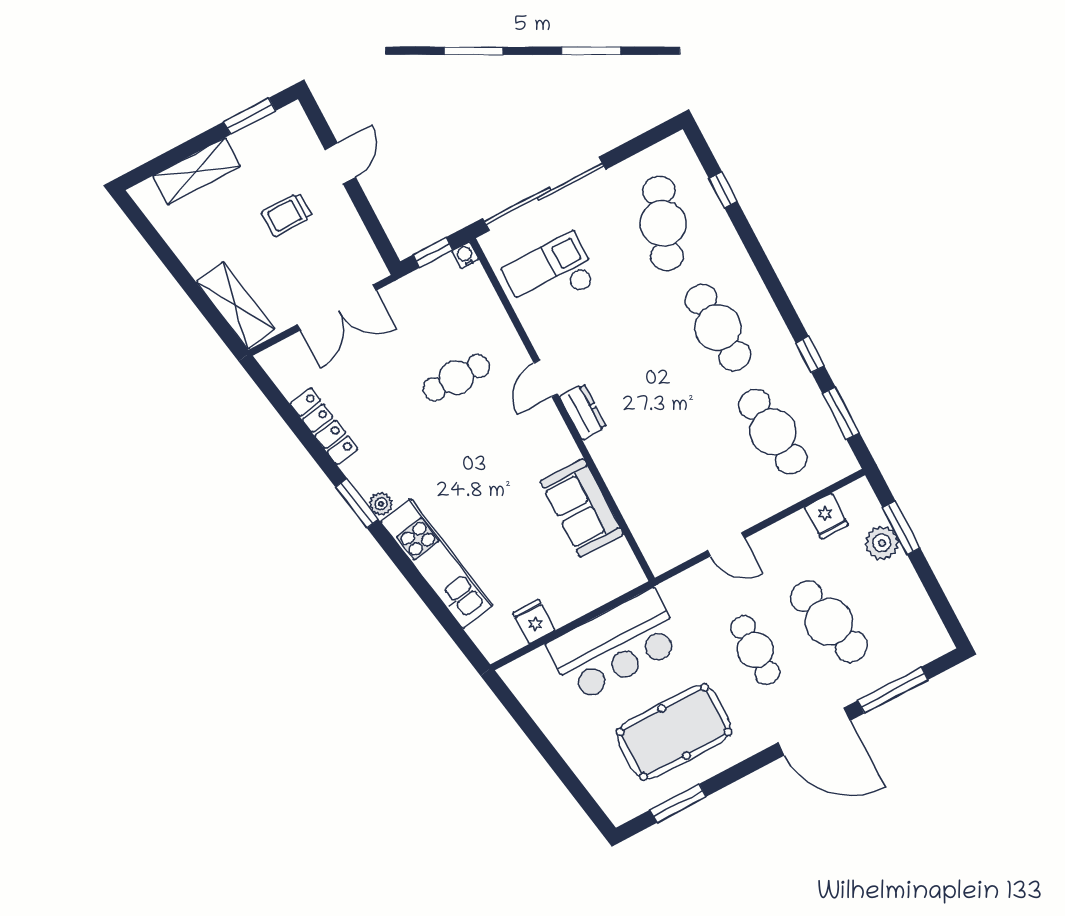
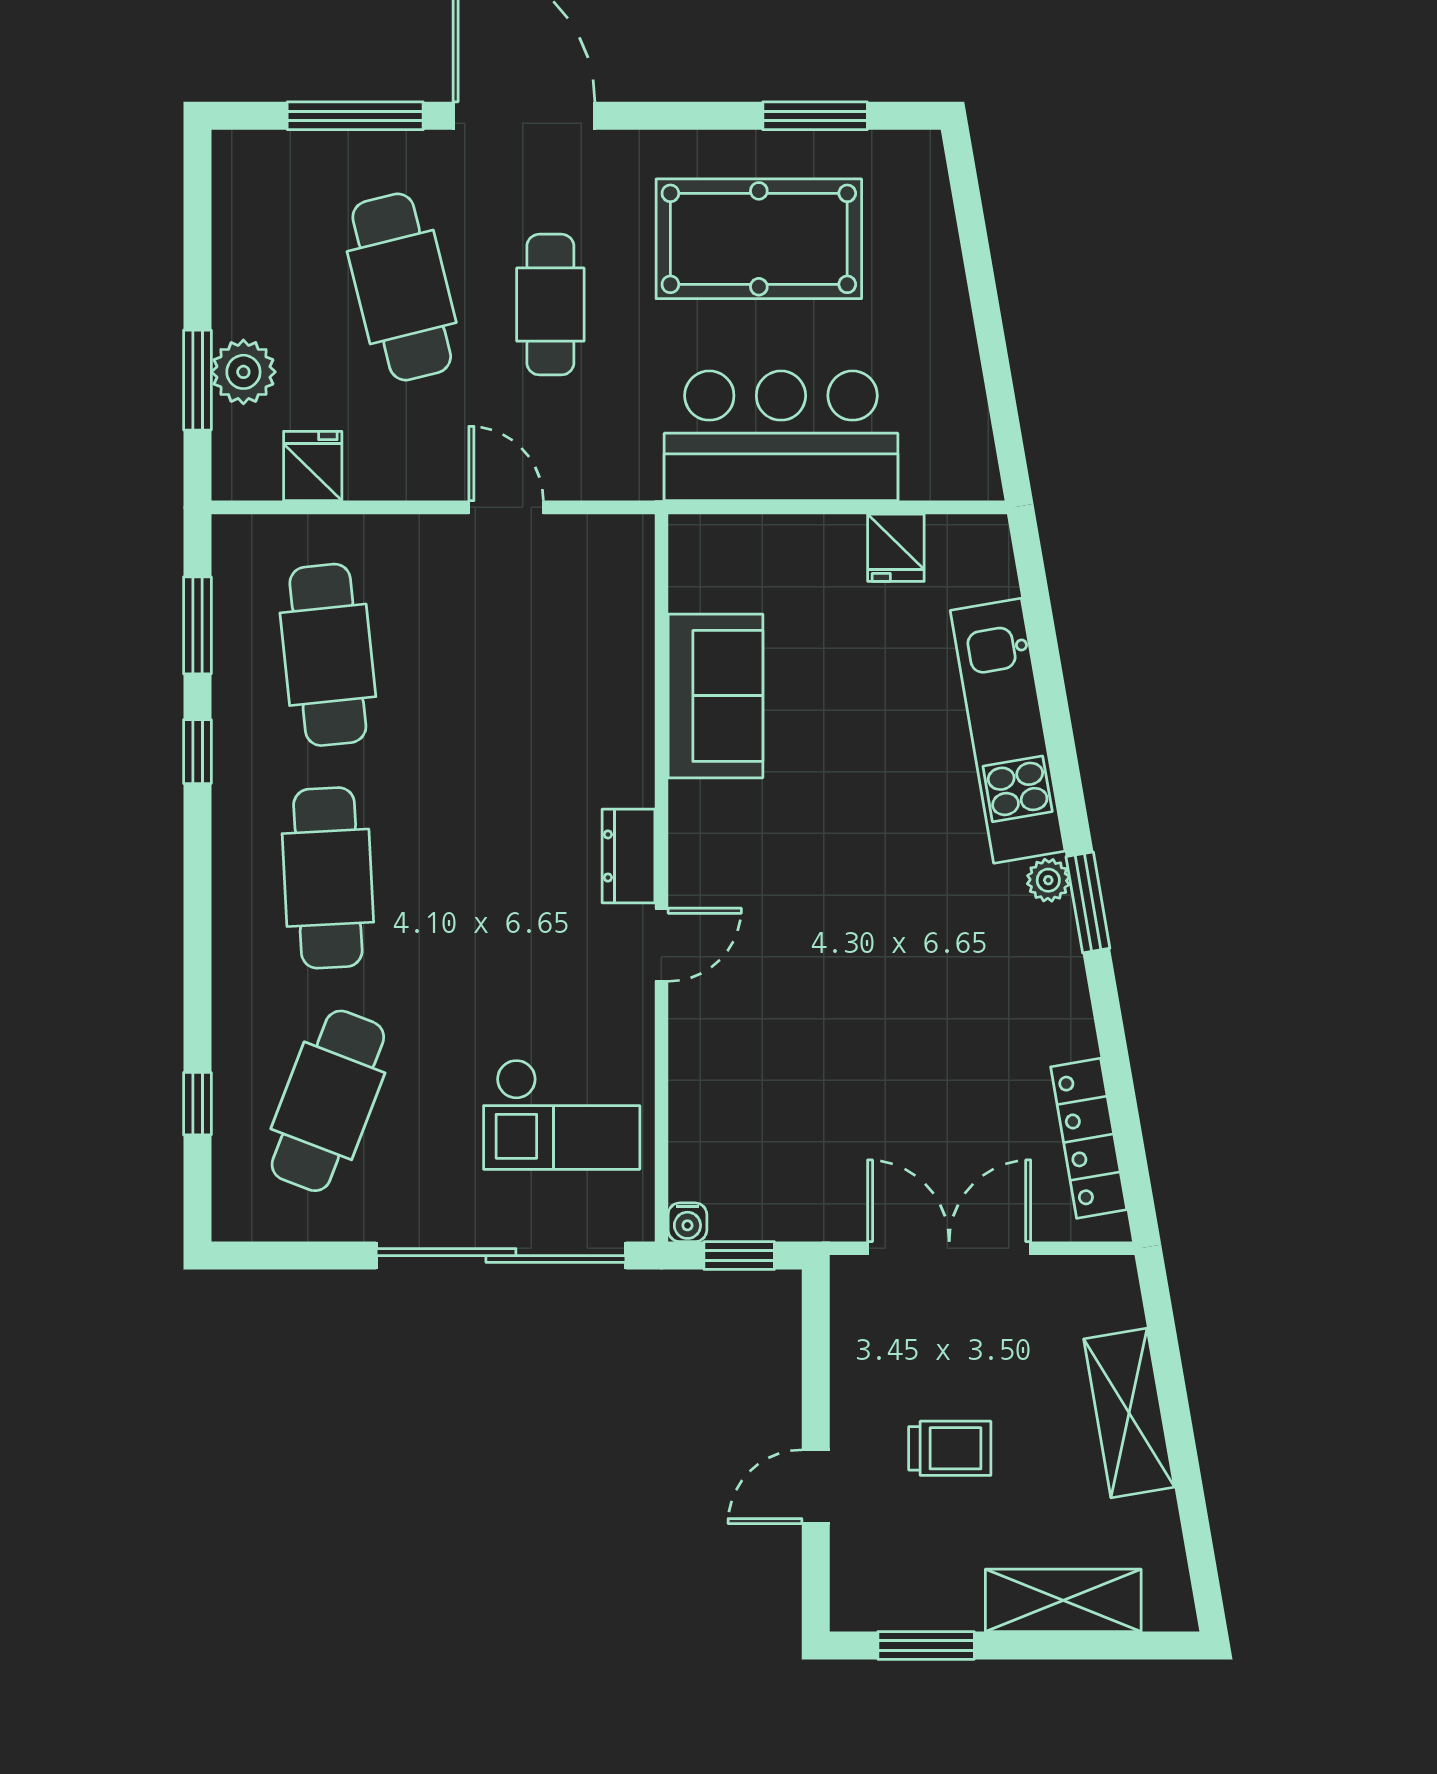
shelving: (236, 305) -> (1129, 1413), moved
cafe table: (456, 378) -> (810, 1025), removed
locker: (324, 426) -> (1089, 1138), moved

